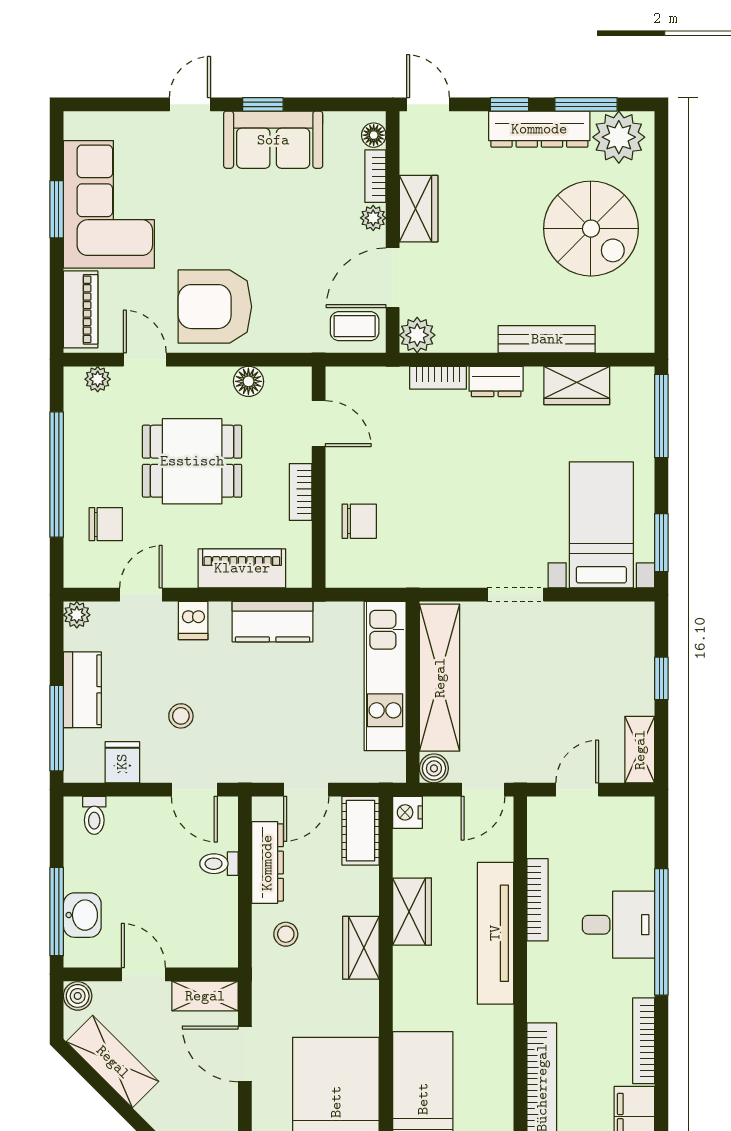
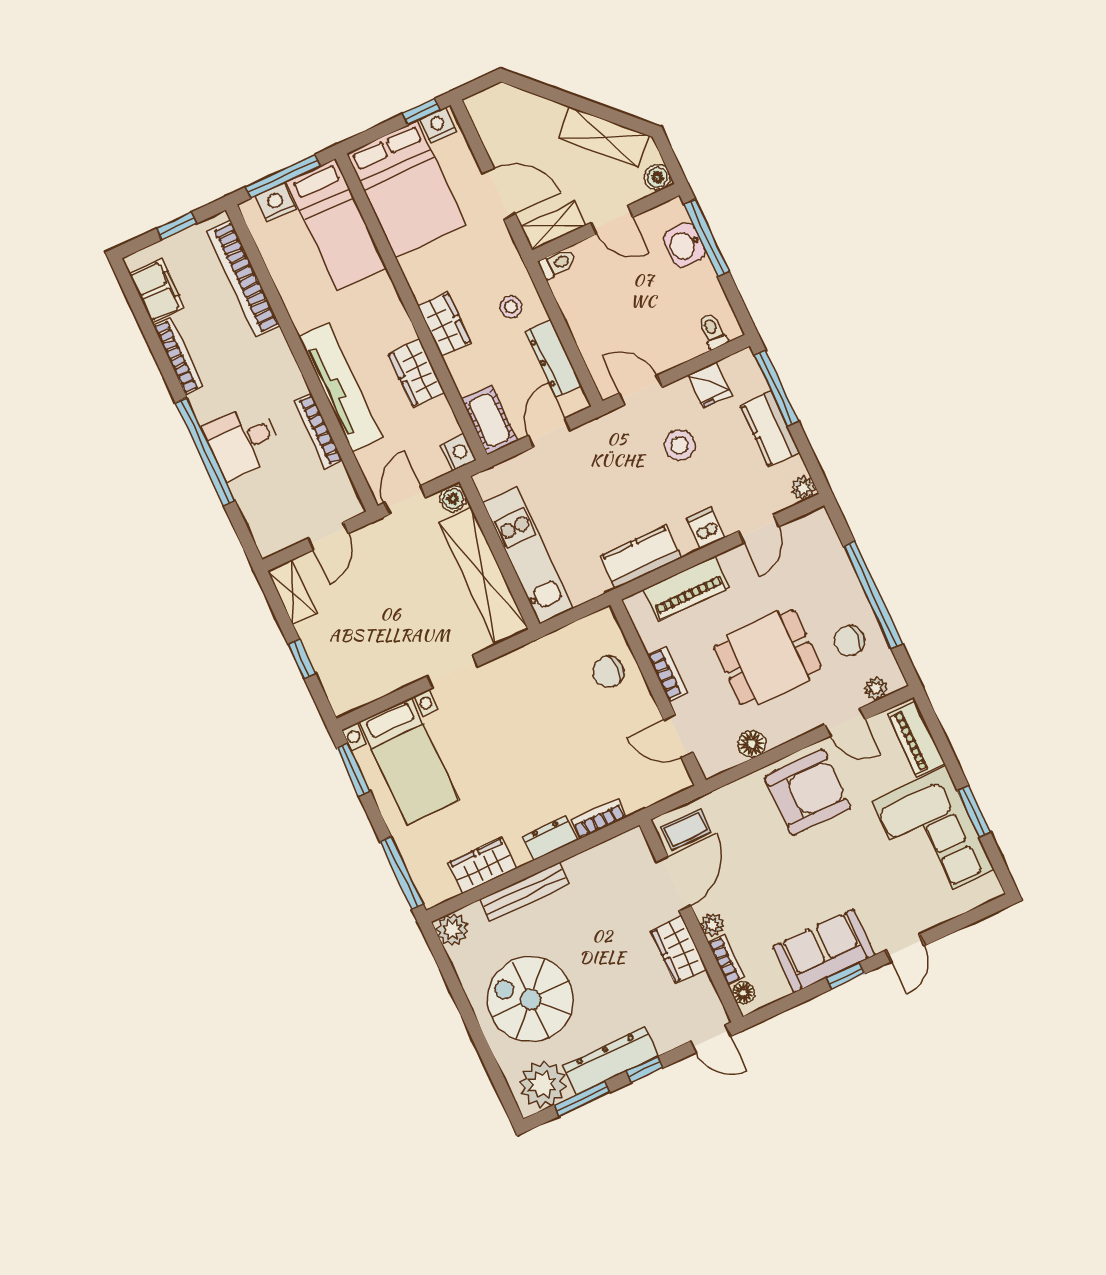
plant: (417, 335) -> (452, 930), moved
chair: (106, 524) -> (849, 641), moved
stool: (181, 716) -> (680, 445), width x1.37, depth x1.37
toilet: (219, 864) -> (557, 264), moved

